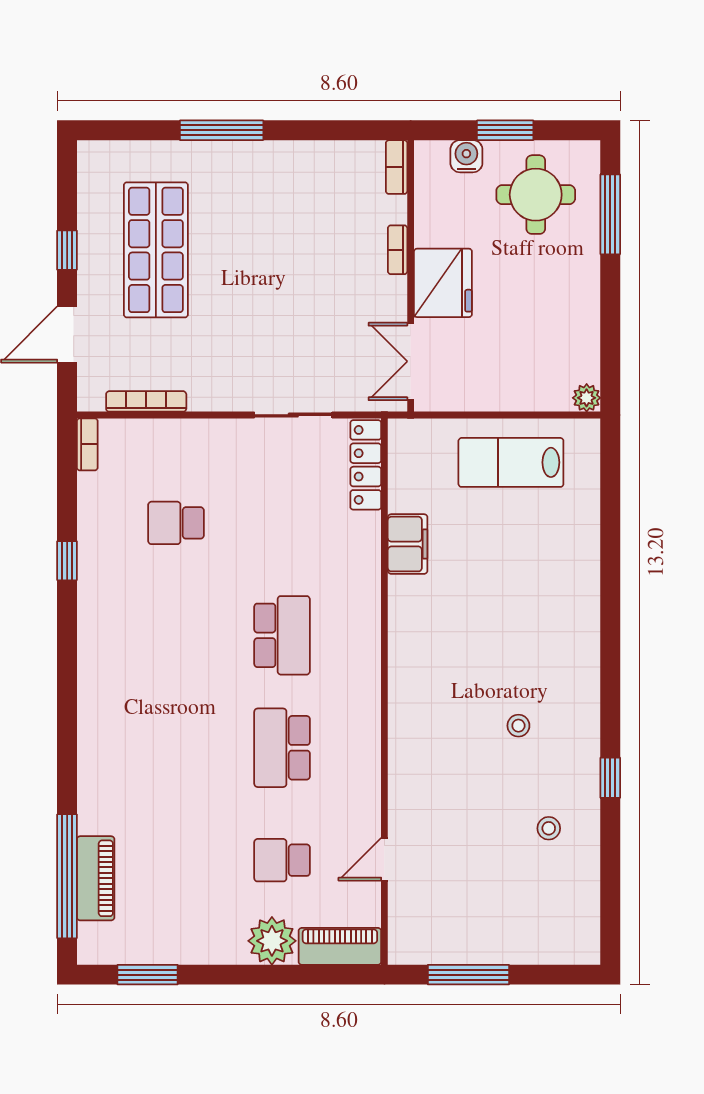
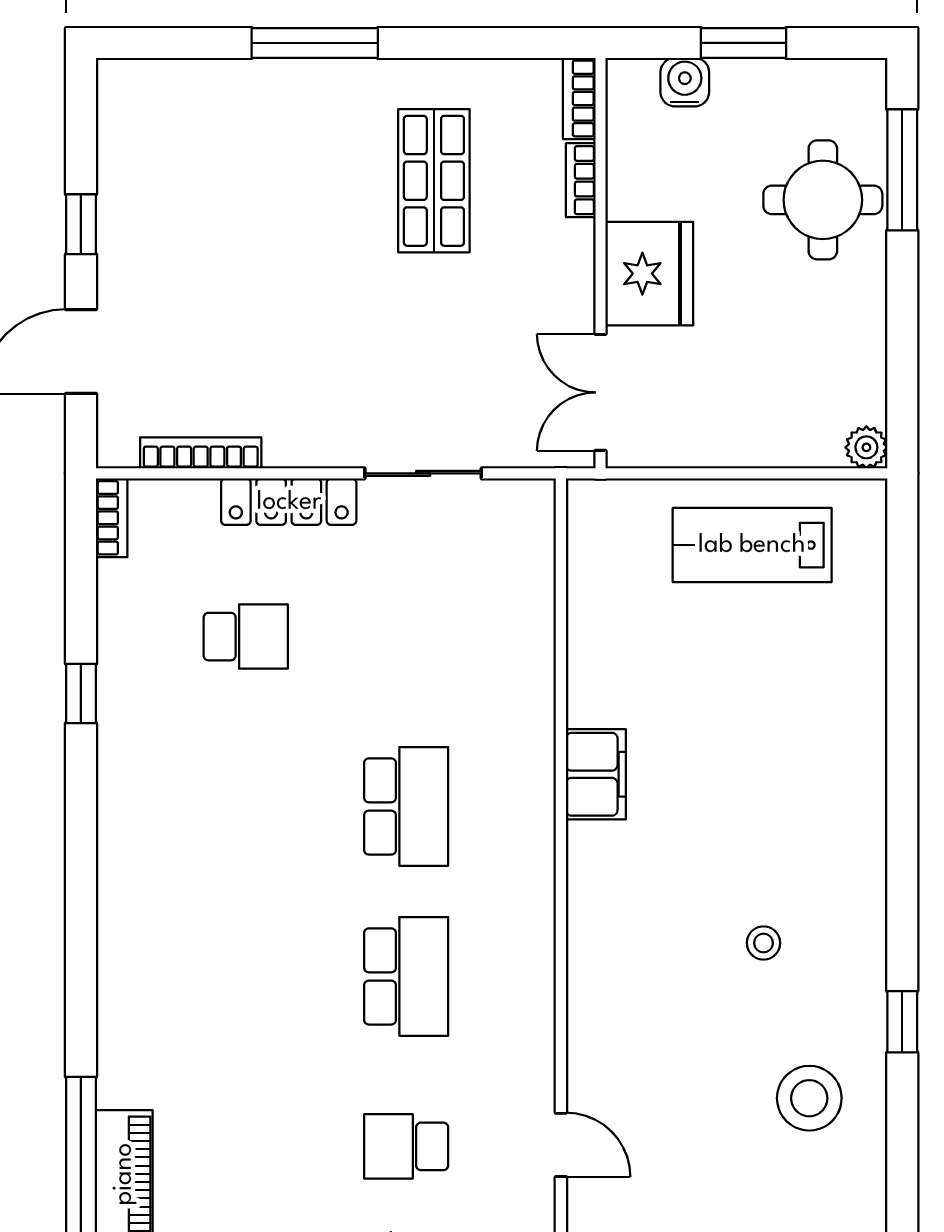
round table: (536, 195) -> (823, 200), moved
shop shelf: (156, 250) -> (434, 181), moved, width x0.70, depth x0.74
bookcase: (398, 250) -> (581, 180), moved
locker: (366, 465) -> (289, 502), moved, turned -90
school desk: (176, 523) -> (246, 637), turned 180
filing cabinet: (408, 544) -> (596, 774), moved
school desk: (282, 748) -> (406, 976), turned 180
stool: (549, 828) -> (809, 1098), width x1.89, depth x1.89
door: (384, 859) -> (561, 1145), swing flipped

